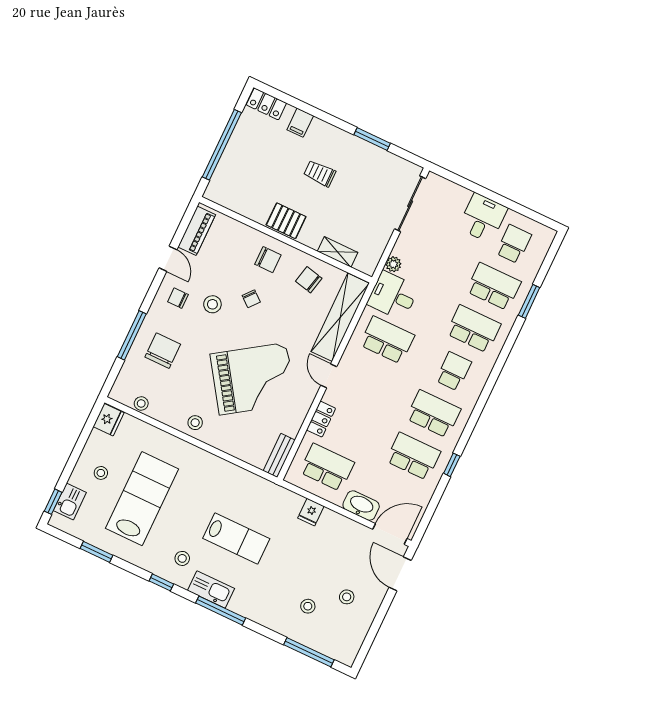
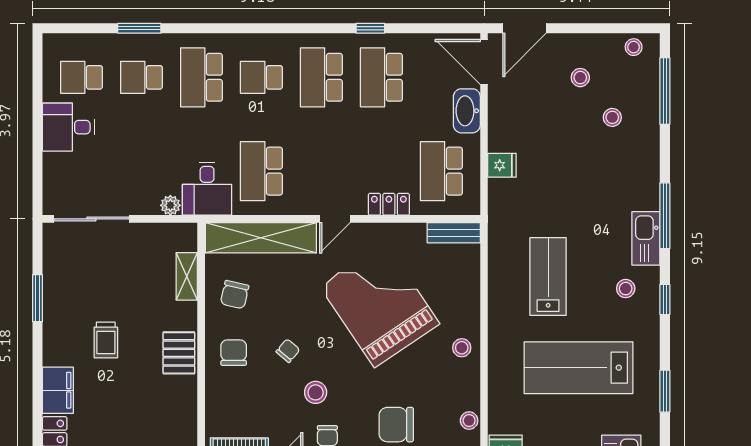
filing cabinet: (300, 123) -> (58, 390), width x2.00
school desk: (494, 286) -> (141, 77), width x0.54
stool: (101, 473) -> (634, 47), moved
lab bench: (236, 539) -> (548, 277), moved

